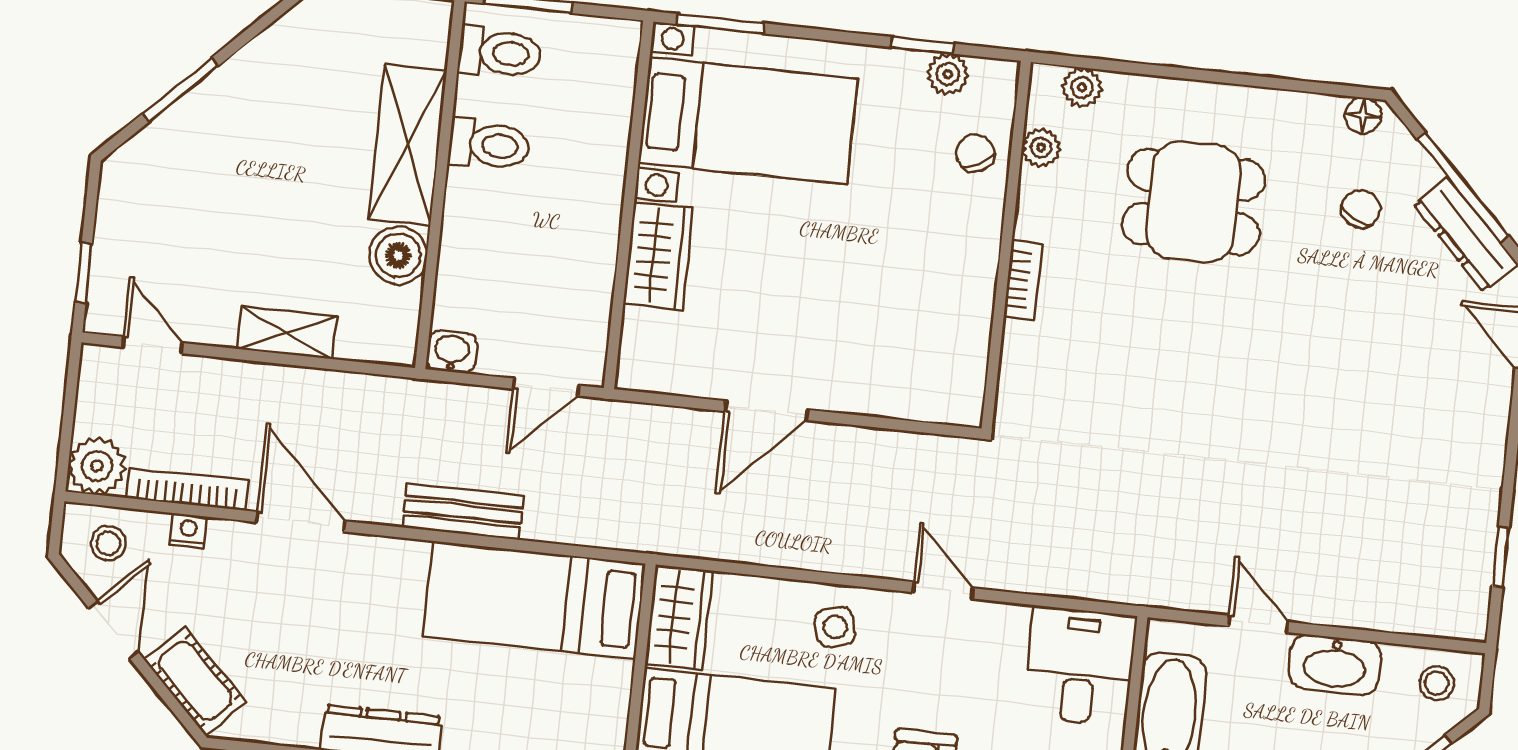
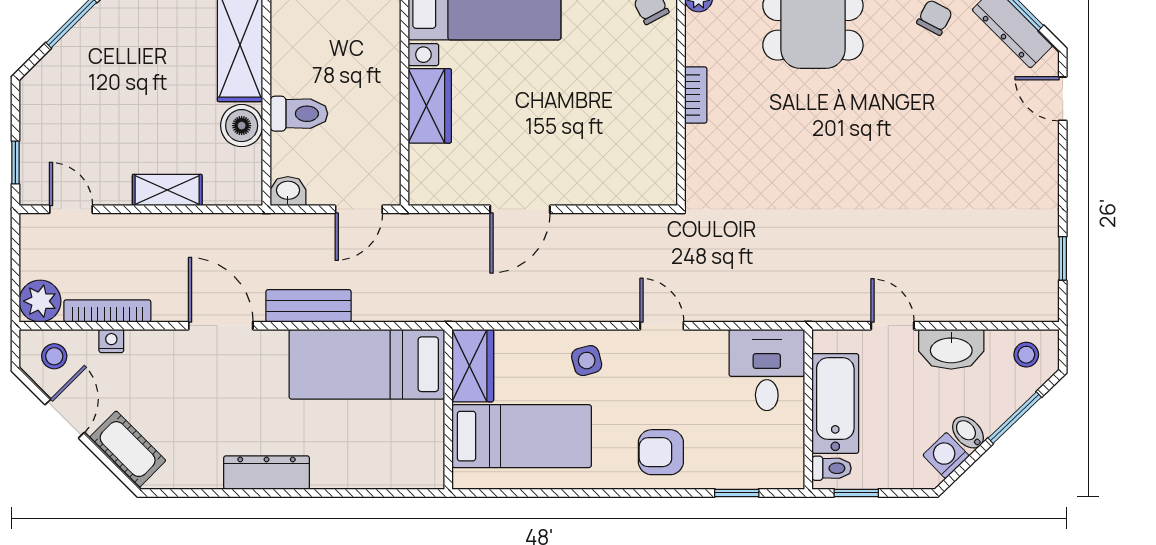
toilet: (489, 145) -> (299, 114), moved
door: (300, 522) -> (221, 326), moved

